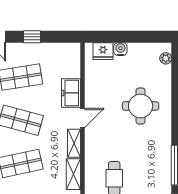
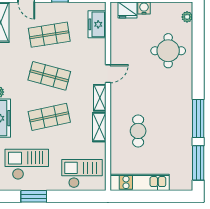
freezer: (71, 93) -> (97, 24), moved
round table: (141, 106) -> (168, 51), moved

